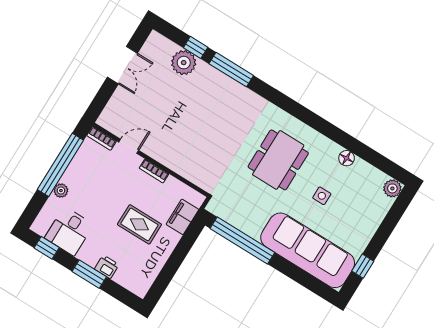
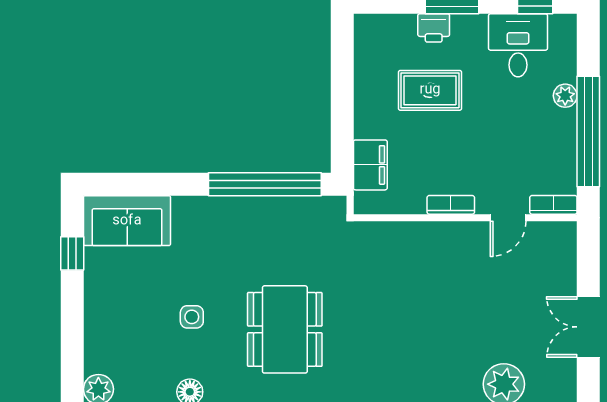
rug: (139, 224) -> (430, 90), moved
sofa: (308, 250) -> (127, 221), width x0.54, depth x0.79

